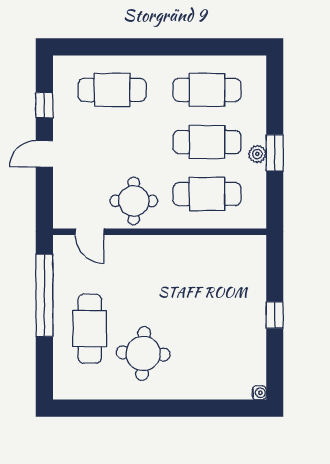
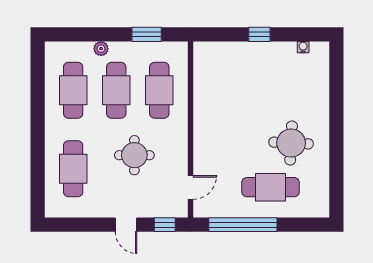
window: (44, 105) -> (165, 225), moved
window: (275, 153) -> (147, 34), moved
plant: (257, 154) -> (101, 49), moved
round table: (134, 201) -> (134, 155), moved
water cooler: (259, 393) -> (303, 47), moved

